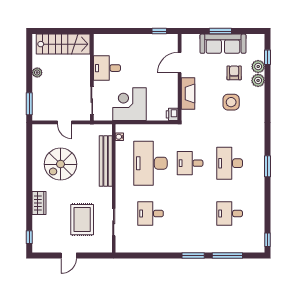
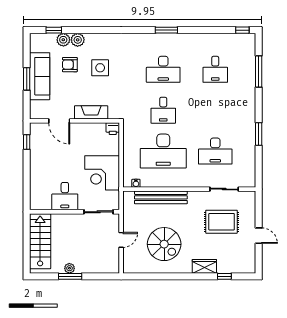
window: (29, 104) -> (70, 276), moved
desk: (151, 214) -> (215, 151), width x1.37
window: (29, 237) -> (224, 276), moved
window: (193, 255) -> (259, 134), moved

